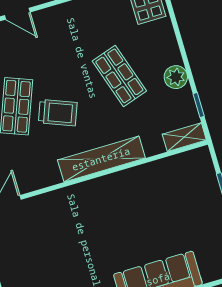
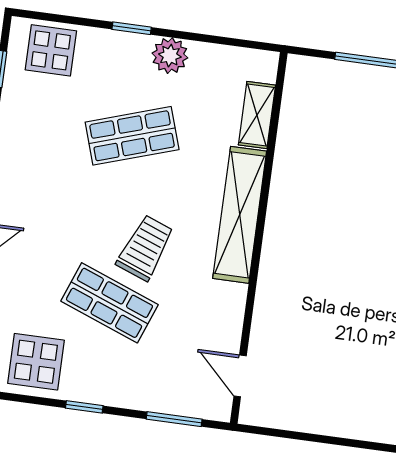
window: (199, 105) -> (132, 28), moved
shelving: (184, 137) -> (257, 115), moved

